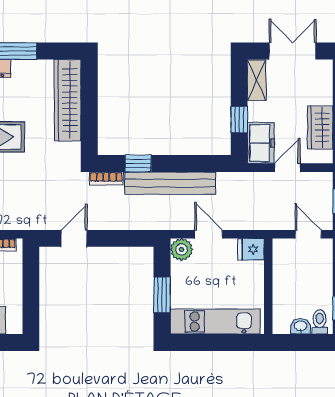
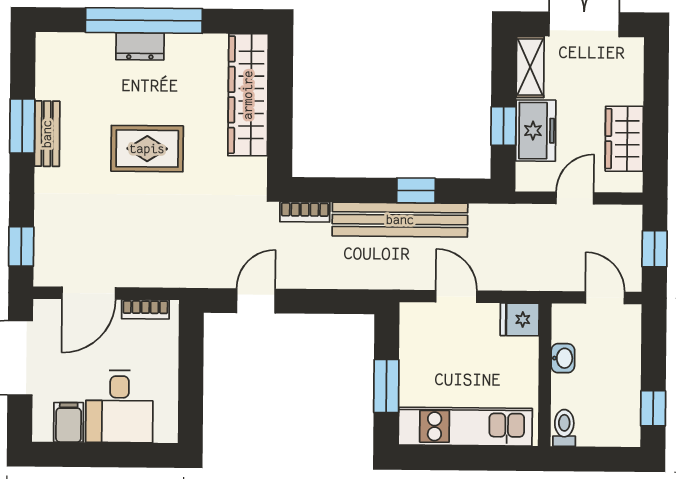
freezer: (261, 143) -> (536, 131), moved
window: (138, 163) -> (416, 190), moved
plant: (182, 250) -> (416, 319), removed
toilet: (320, 322) -> (564, 428), moved
washbasin: (301, 326) -> (563, 358), moved, turned 90

